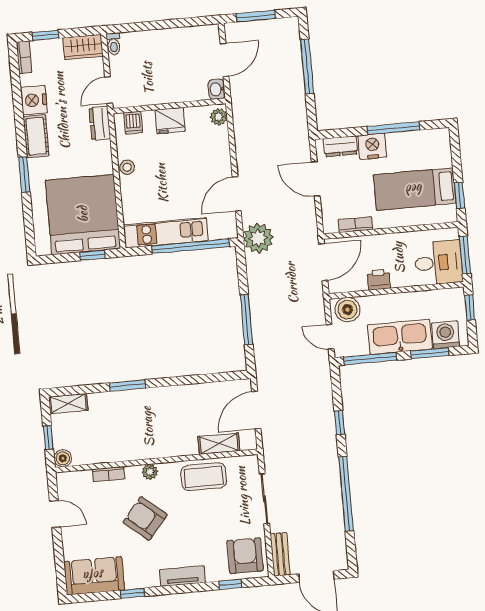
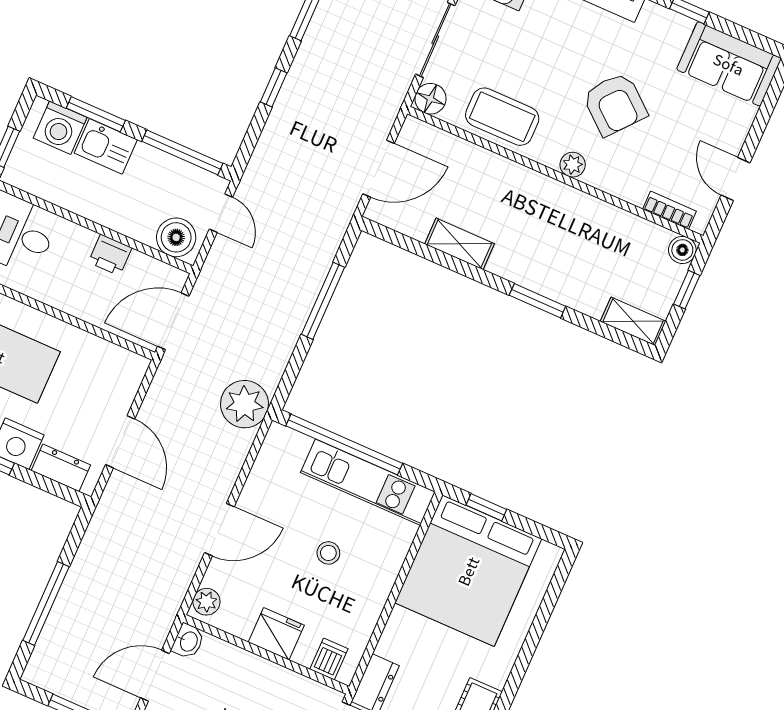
stool: (127, 167) -> (328, 553), moved
window: (24, 175) -> (519, 670), removed
door: (237, 194) -> (219, 530), moved
bookcase: (355, 225) -> (100, 348), removed
kitchen sink: (400, 337) -> (106, 146), width x0.53, depth x0.81
shelving: (219, 444) -> (459, 244), moved
floor lamp: (249, 465) -> (430, 99), added
bookcase: (109, 474) -> (670, 210), moved

